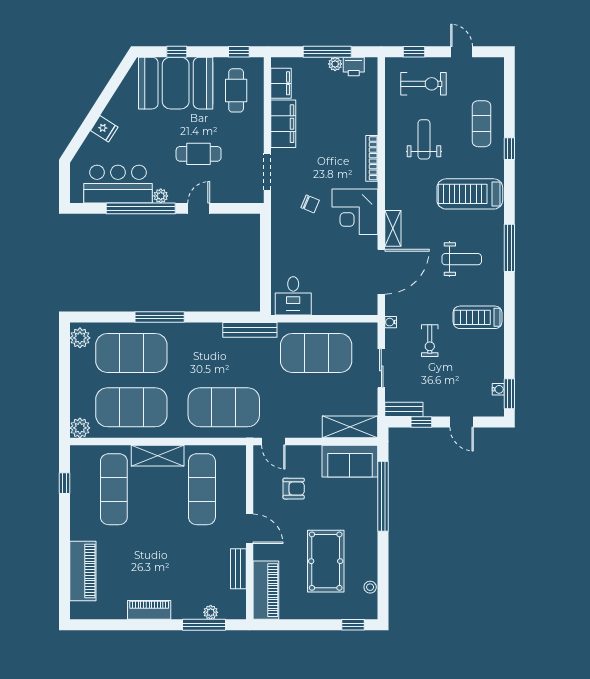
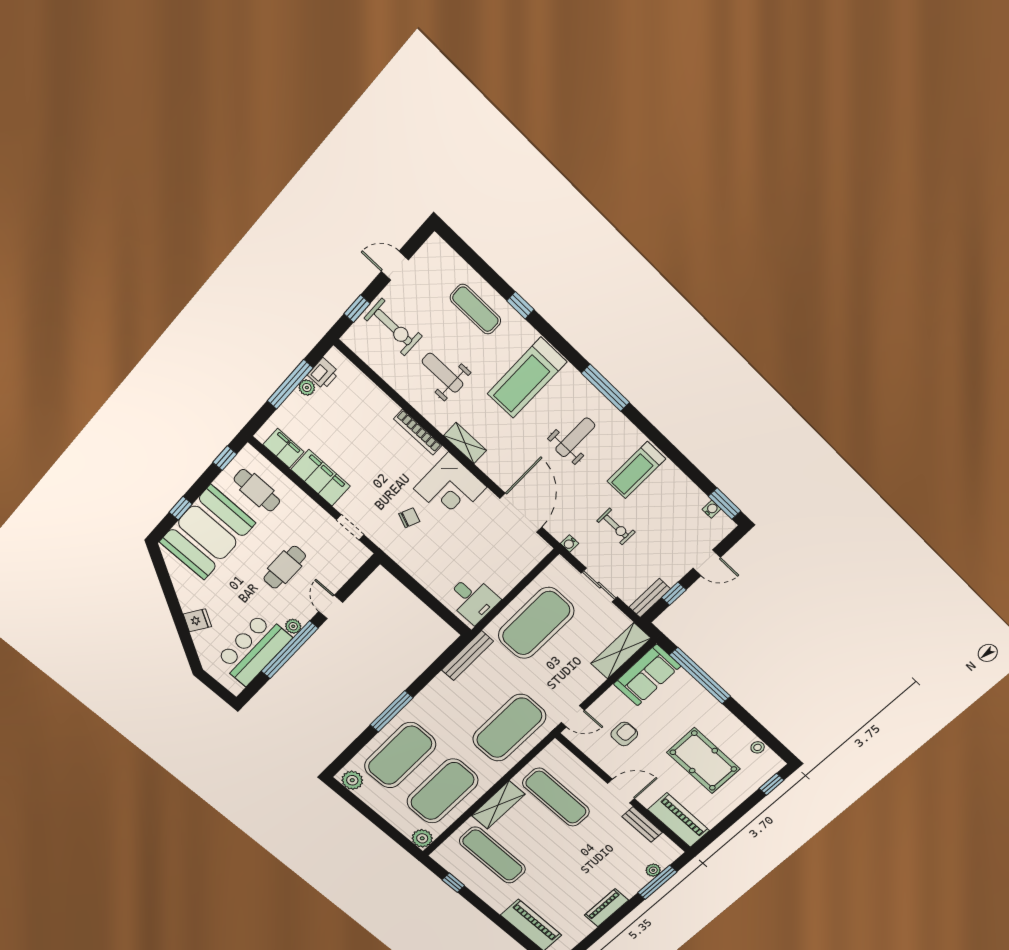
exercise bike: (423, 84) -> (393, 327), turned 90
doorway: (267, 172) -> (350, 527), width x0.73
shelving: (393, 228) -> (465, 443), moved

